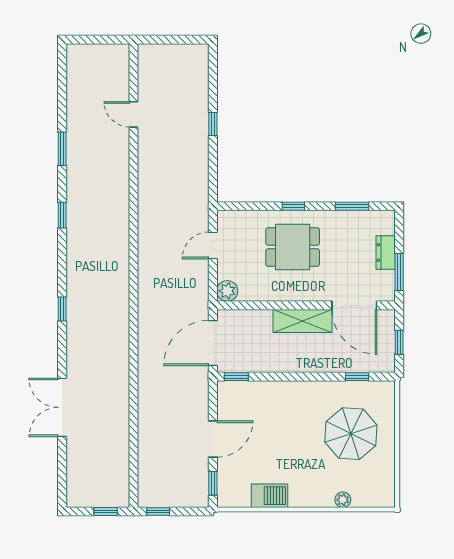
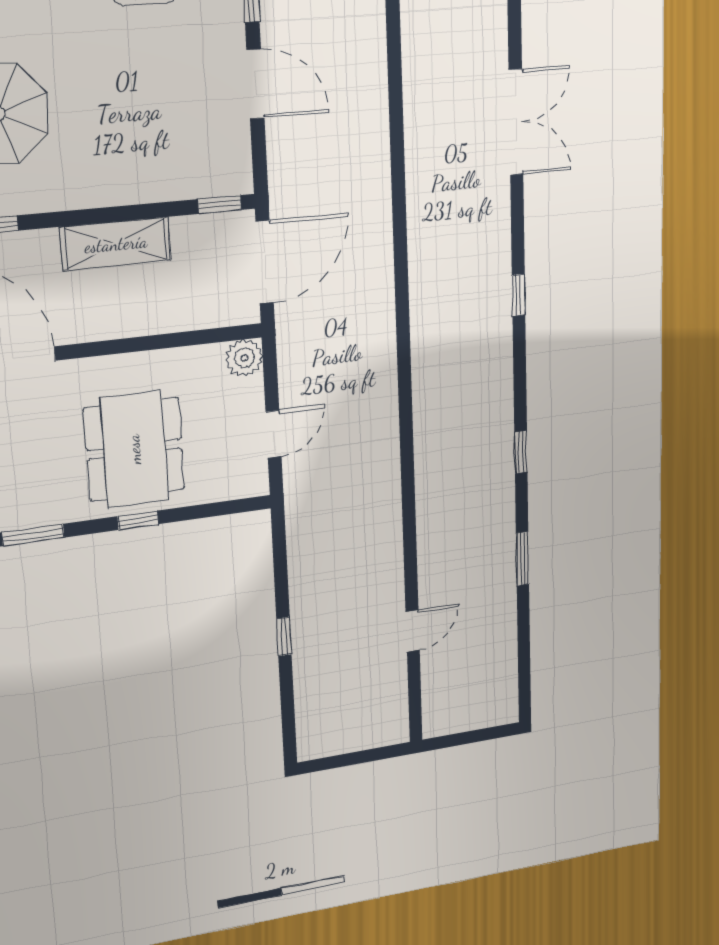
door: (134, 114) -> (413, 631), hinge flipped
dining table: (293, 247) -> (134, 449), width x1.38
shelving: (302, 321) -> (116, 244), moved
door: (213, 439) -> (255, 84), swing flipped

